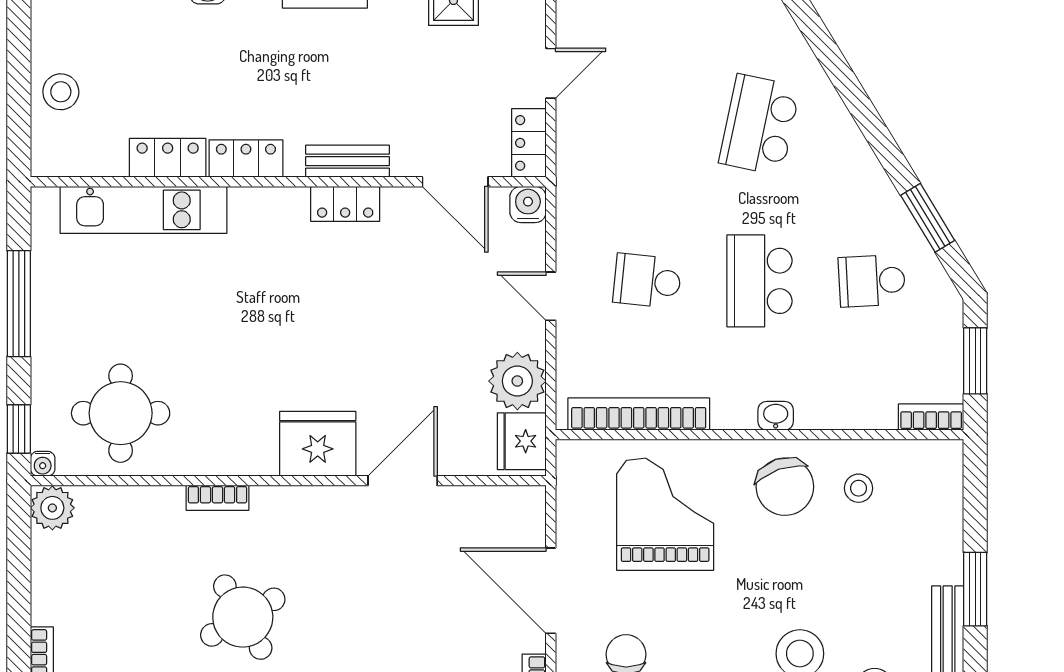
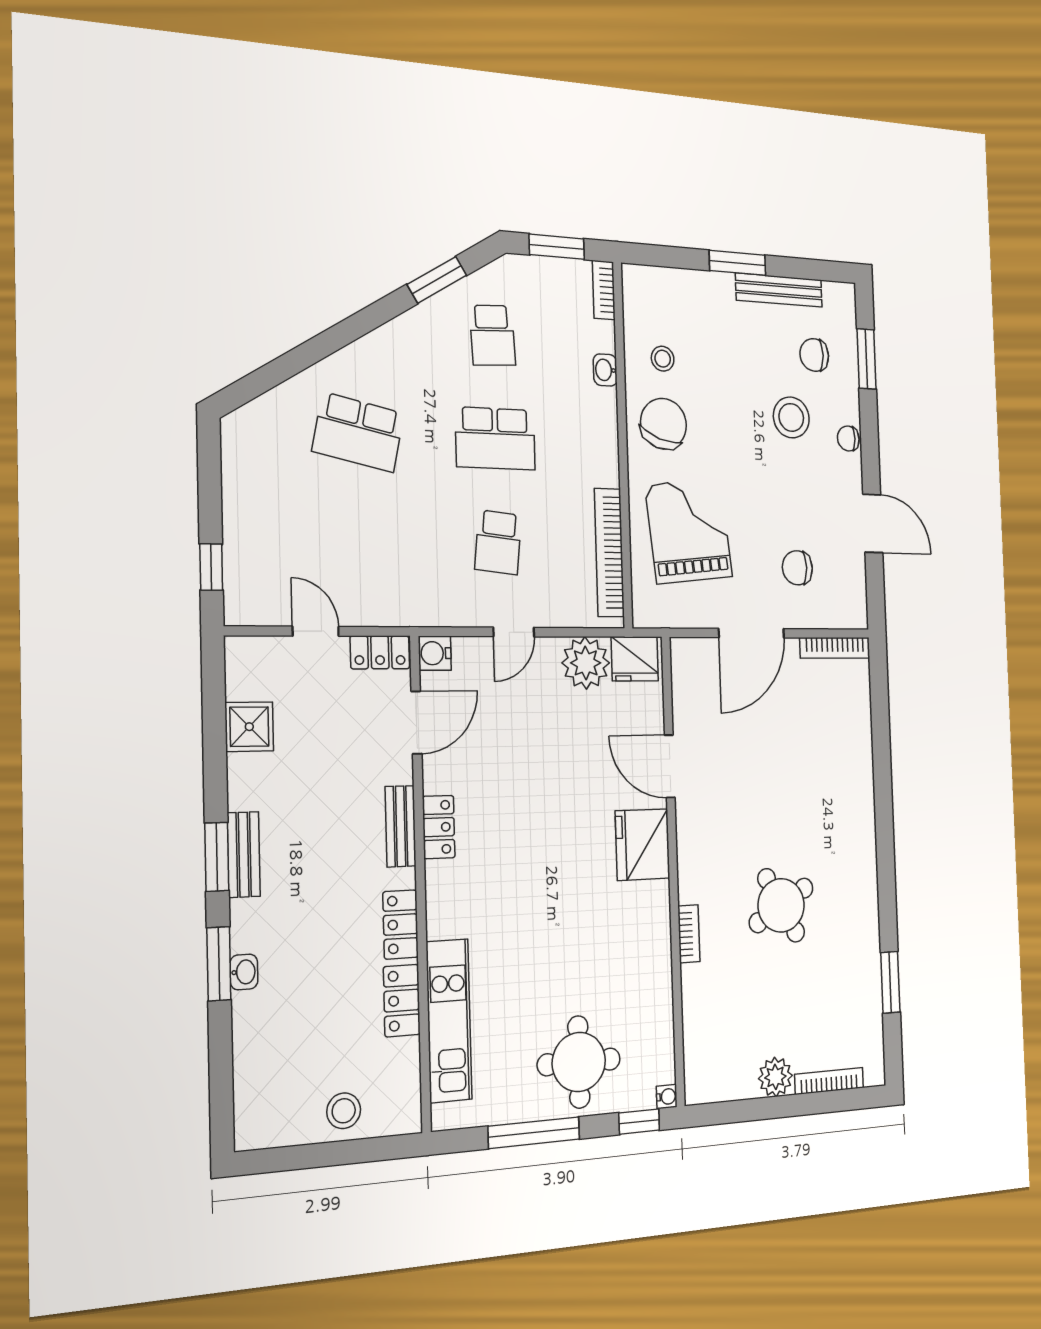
round table: (121, 413) -> (579, 1062), moved
washbasin: (776, 416) -> (605, 370), moved
chair: (785, 487) -> (664, 424), turned -52
plant: (52, 508) -> (775, 1077), moved
grand piano: (665, 514) -> (689, 531), turned 84

